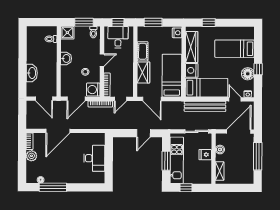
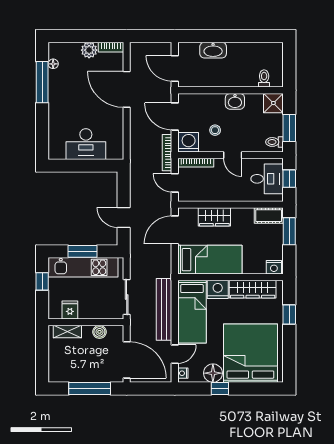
bed: (235, 49) -> (250, 353), width x2.04
cot: (143, 51) -> (269, 216), moved
door: (44, 99) -> (175, 68), hinge flipped
fridge: (205, 155) -> (70, 310), moved

